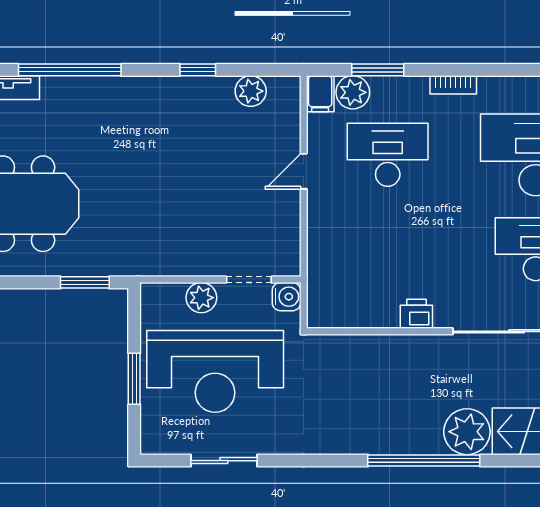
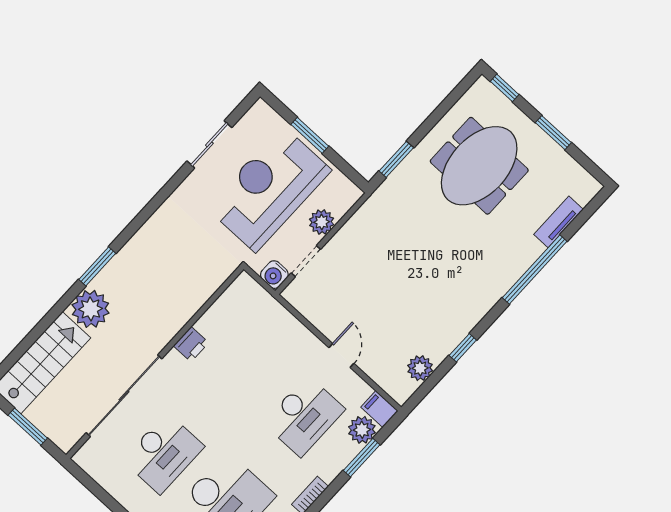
window: (424, 461) -> (97, 266), width x0.47

